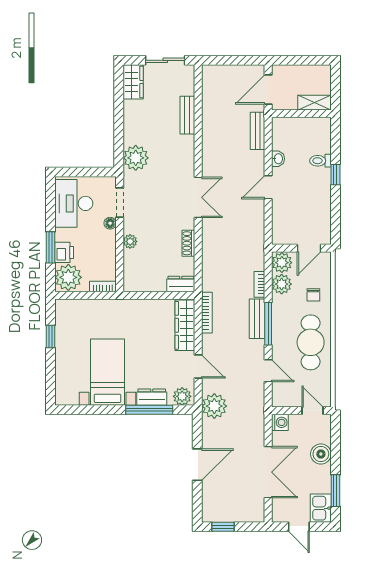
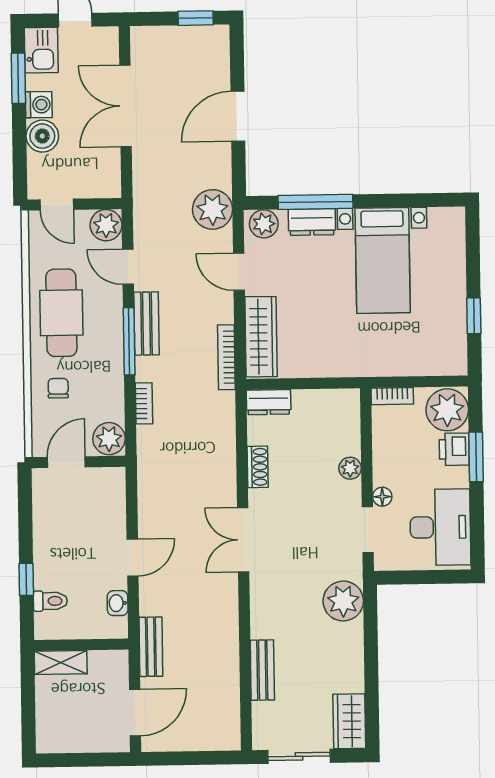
shelving: (315, 103) -> (61, 662), moved
wall: (301, 114) -> (81, 645), moved
plant: (282, 284) -> (106, 225), moved
bench: (257, 319) -> (147, 324), moved
washing machine: (280, 422) -> (39, 105), moved, turned 180

